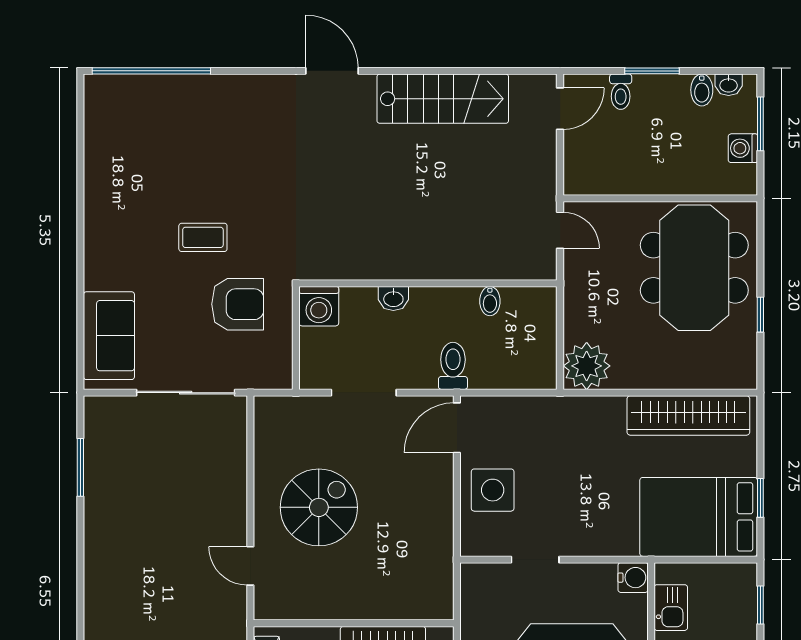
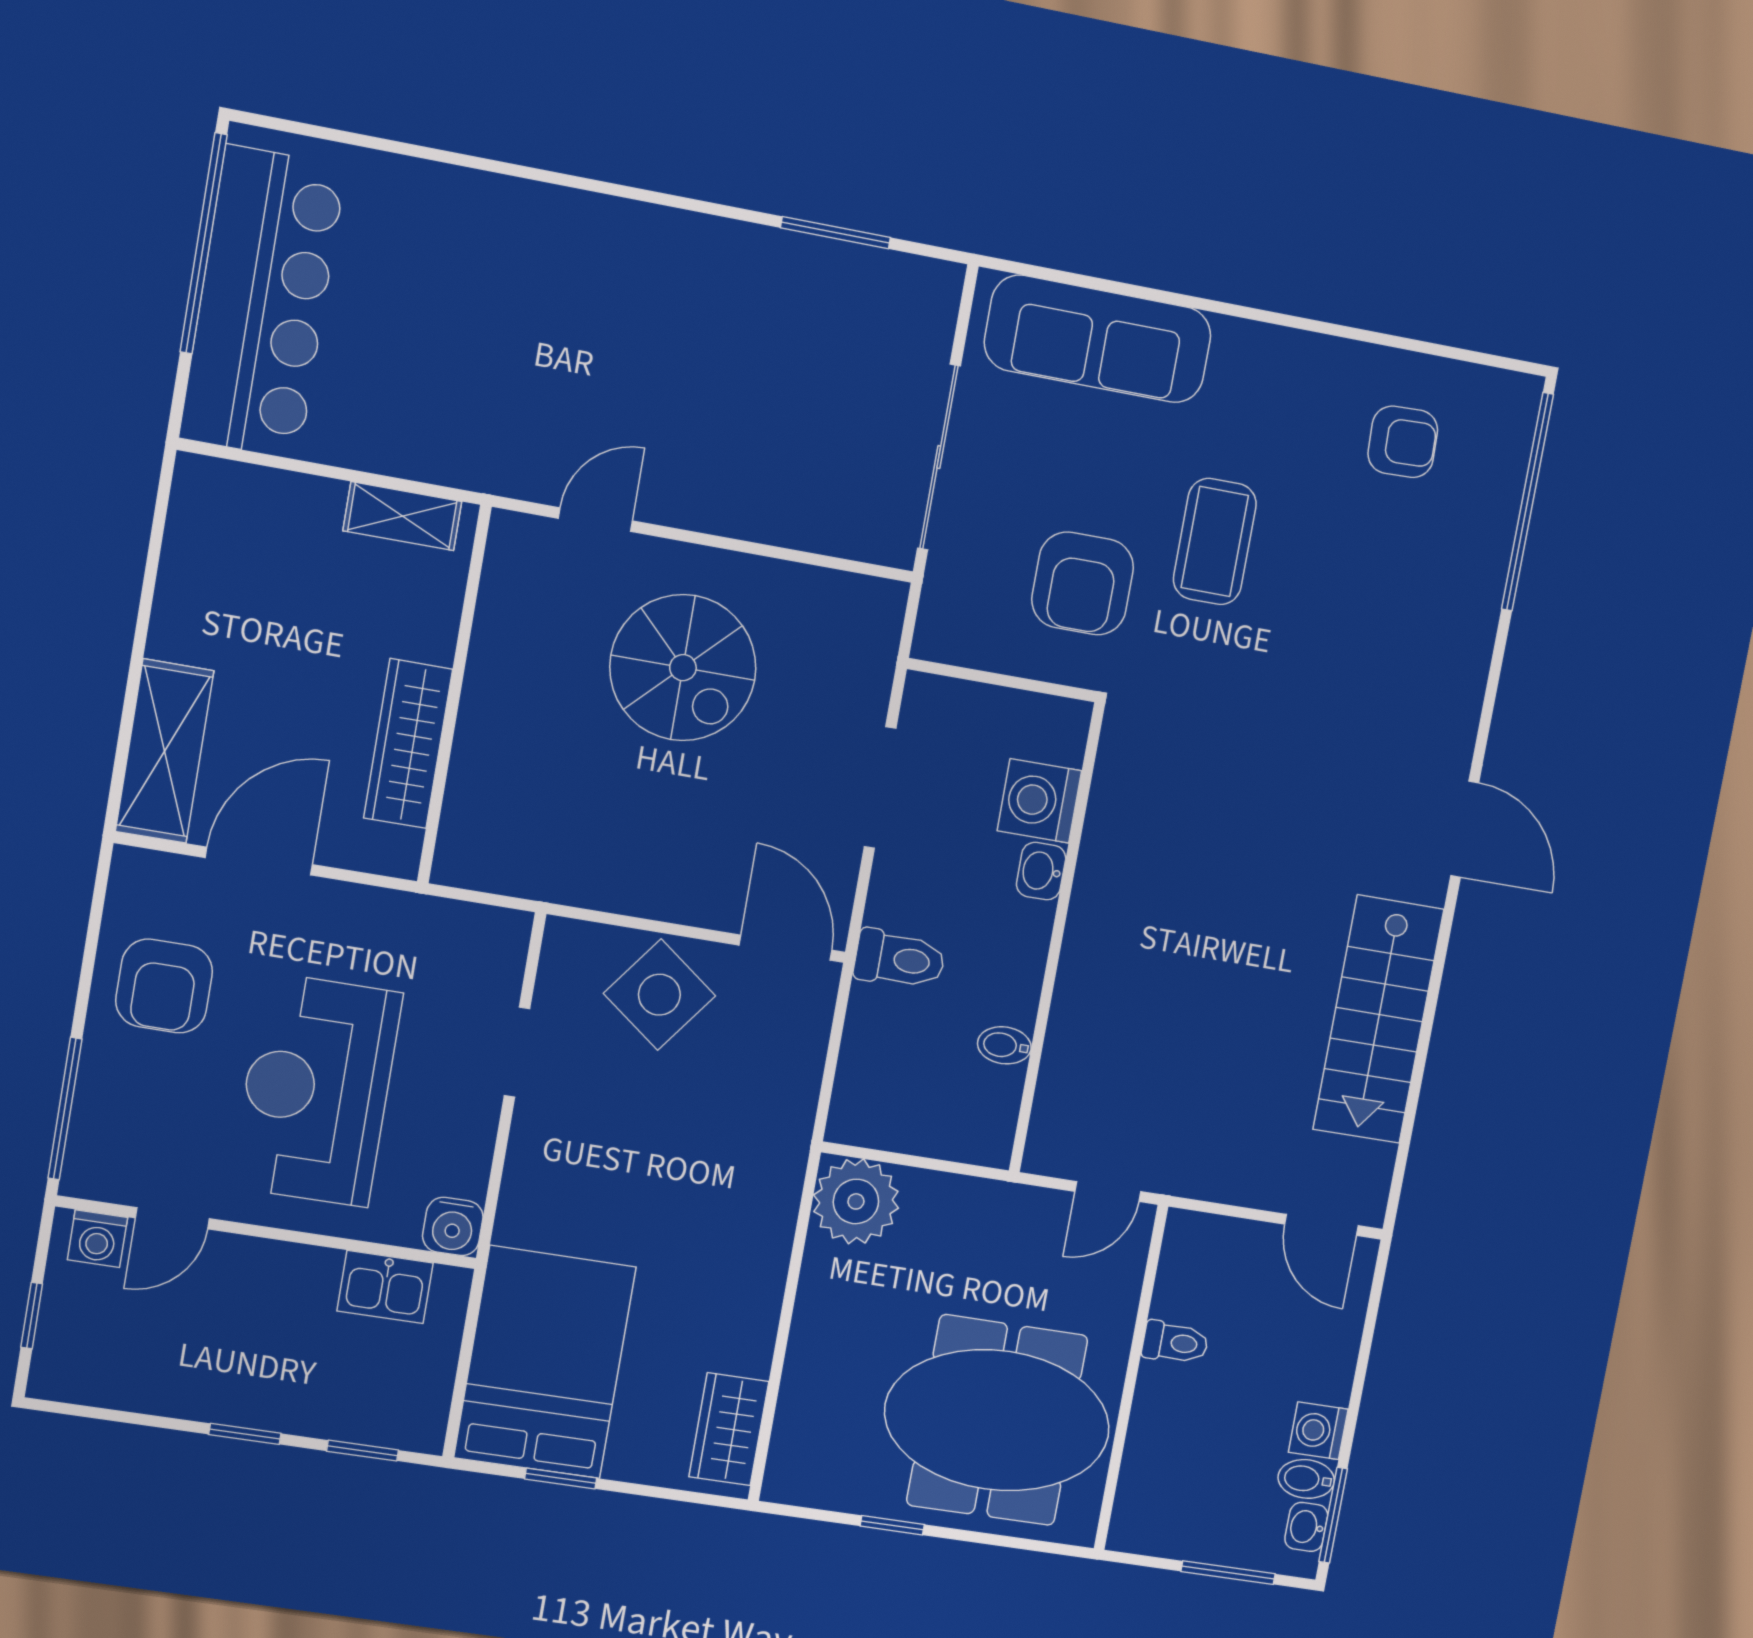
door: (332, 71) -> (1465, 829), hinge flipped
window: (652, 71) -> (1333, 1515), moved
toilet: (621, 92) -> (1175, 1343), moved, turned 180
armchair: (132, 146) -> (1403, 442), added
washing machine: (743, 148) -> (1318, 1431), moved, turned -90
coffee table: (203, 237) -> (1215, 542), width x1.36, depth x1.30
washing machine: (319, 306) -> (1039, 801), moved
sofa: (109, 336) -> (1098, 339), width x1.36
wardrobe: (688, 415) -> (729, 1429), width x0.48, depth x0.85
side table: (493, 490) -> (659, 995), turned 37

